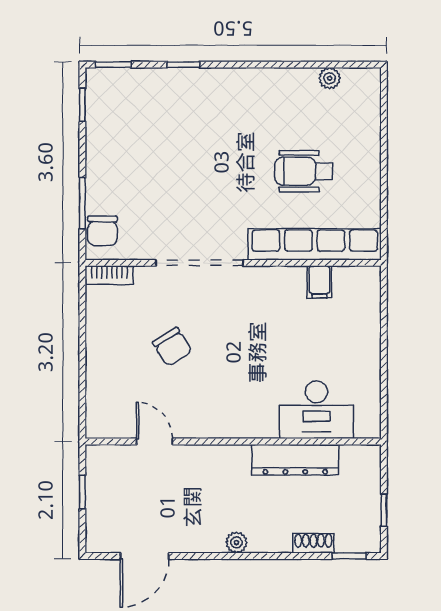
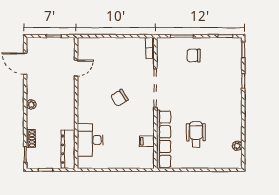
chair: (102, 231) -> (194, 56), moved
chair: (172, 347) -> (120, 98), moved
dresser: (295, 460) -> (68, 149), moved

